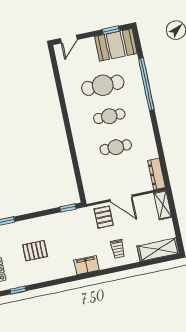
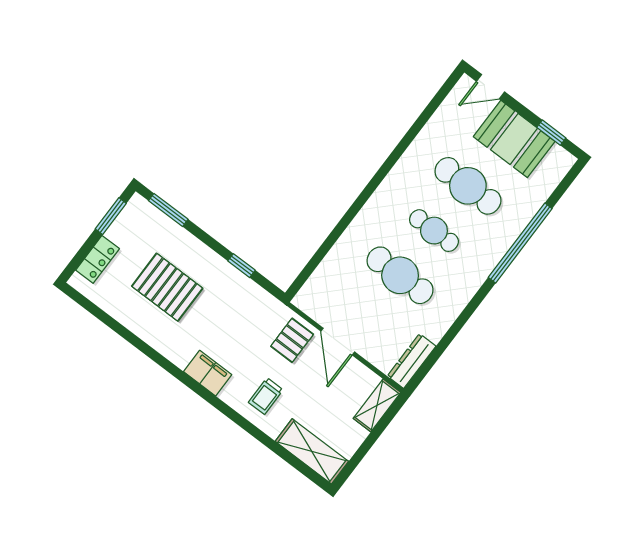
booth: (116, 45) -> (514, 139), moved
cafe table: (116, 147) -> (400, 275), width x1.37, depth x1.35
window: (68, 208) -> (242, 266), moved
pallet: (35, 251) -> (167, 287), width x1.50, depth x1.42
window: (18, 290) -> (95, 310), removed

